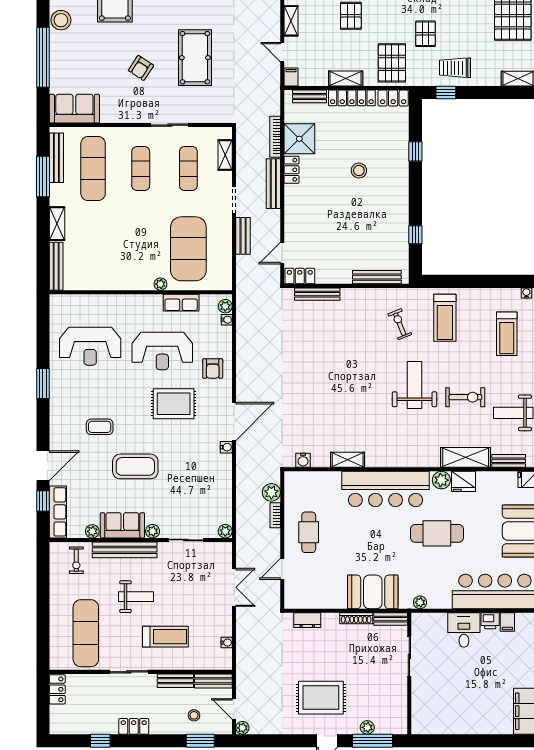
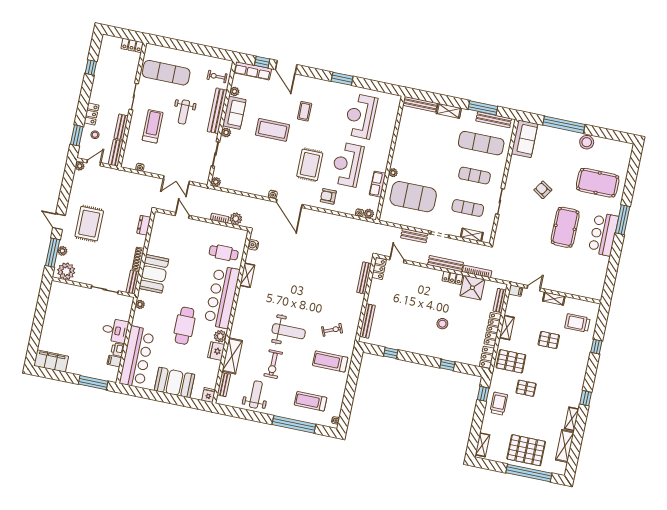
pool table: (195, 58) -> (565, 227), moved, turned 90
coffee table: (135, 466) -> (273, 130), turned 90
cafe table: (309, 532) -> (224, 253), moved
treadmill: (165, 637) -> (153, 126), turned 180
plant: (395, 716) -> (66, 271), added
locker: (134, 726) -> (91, 114), moved

